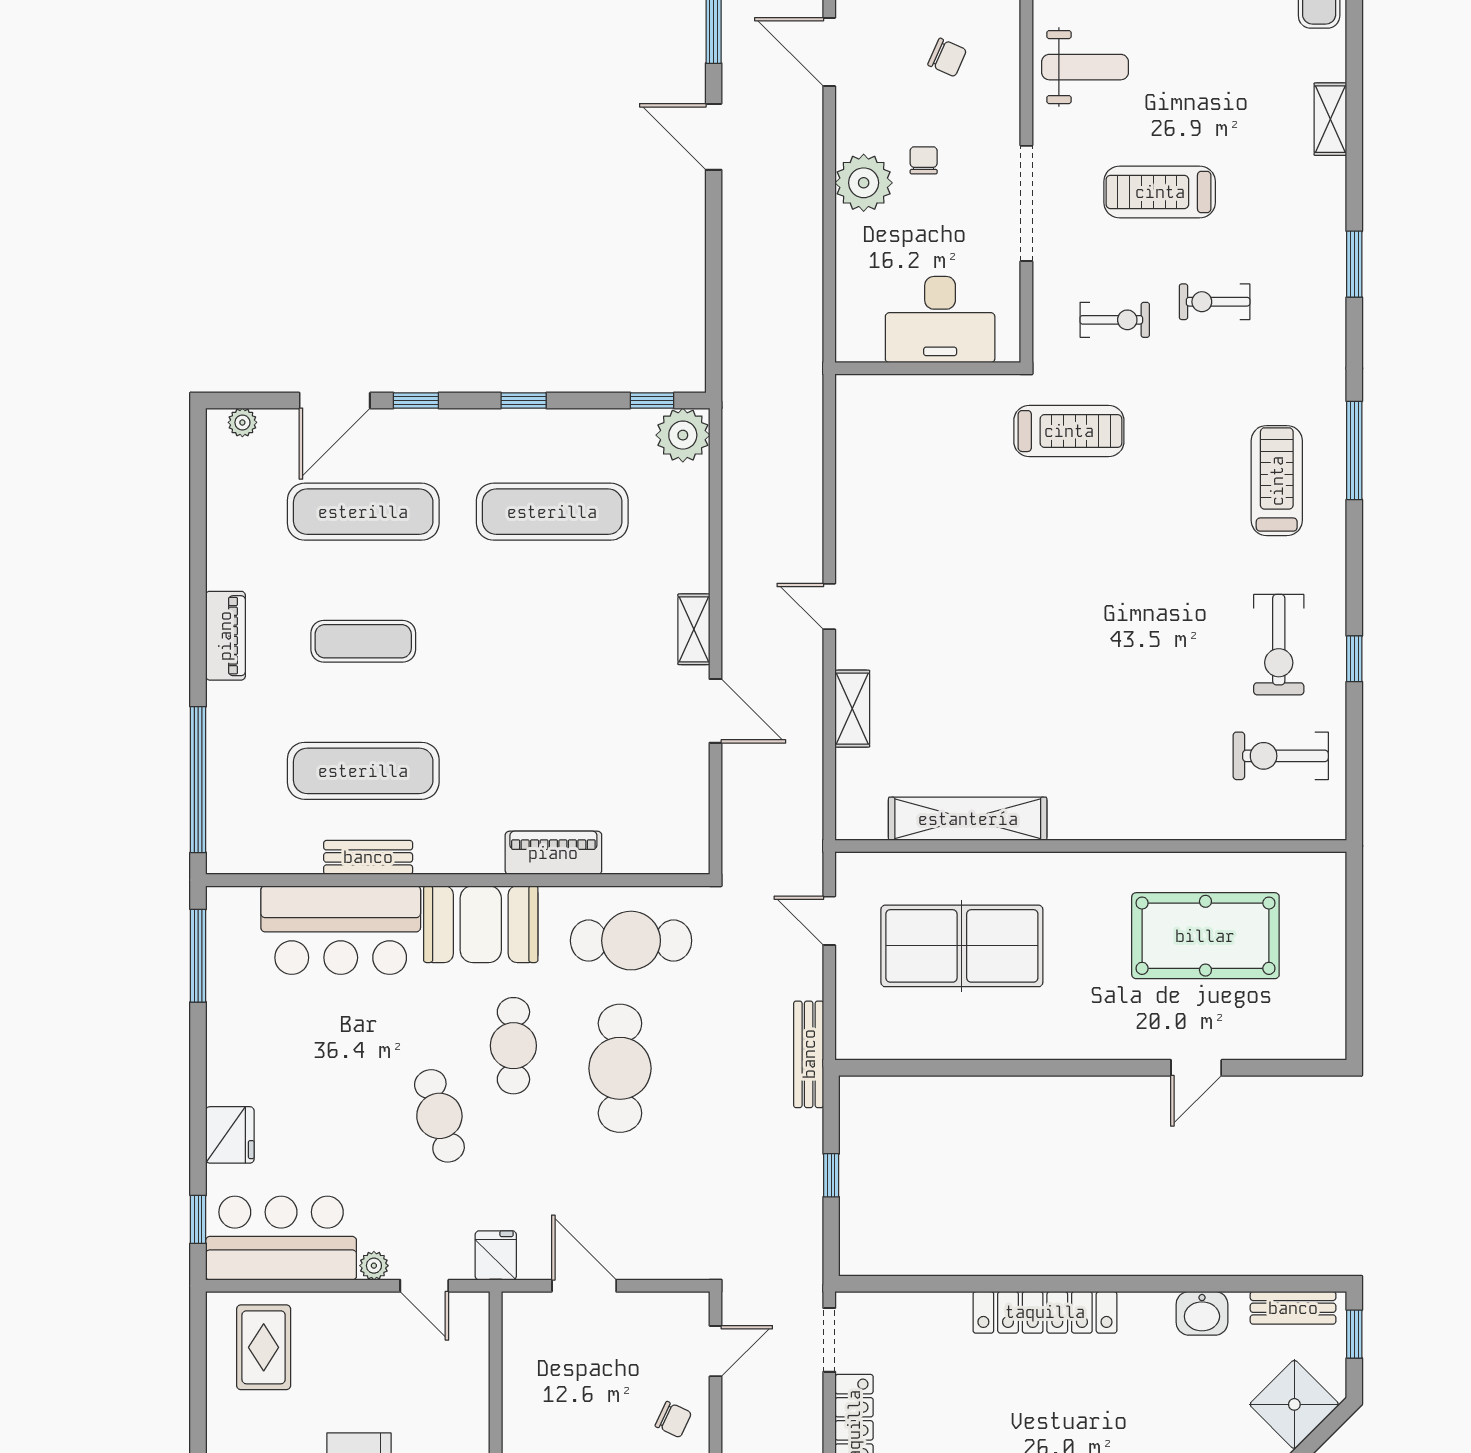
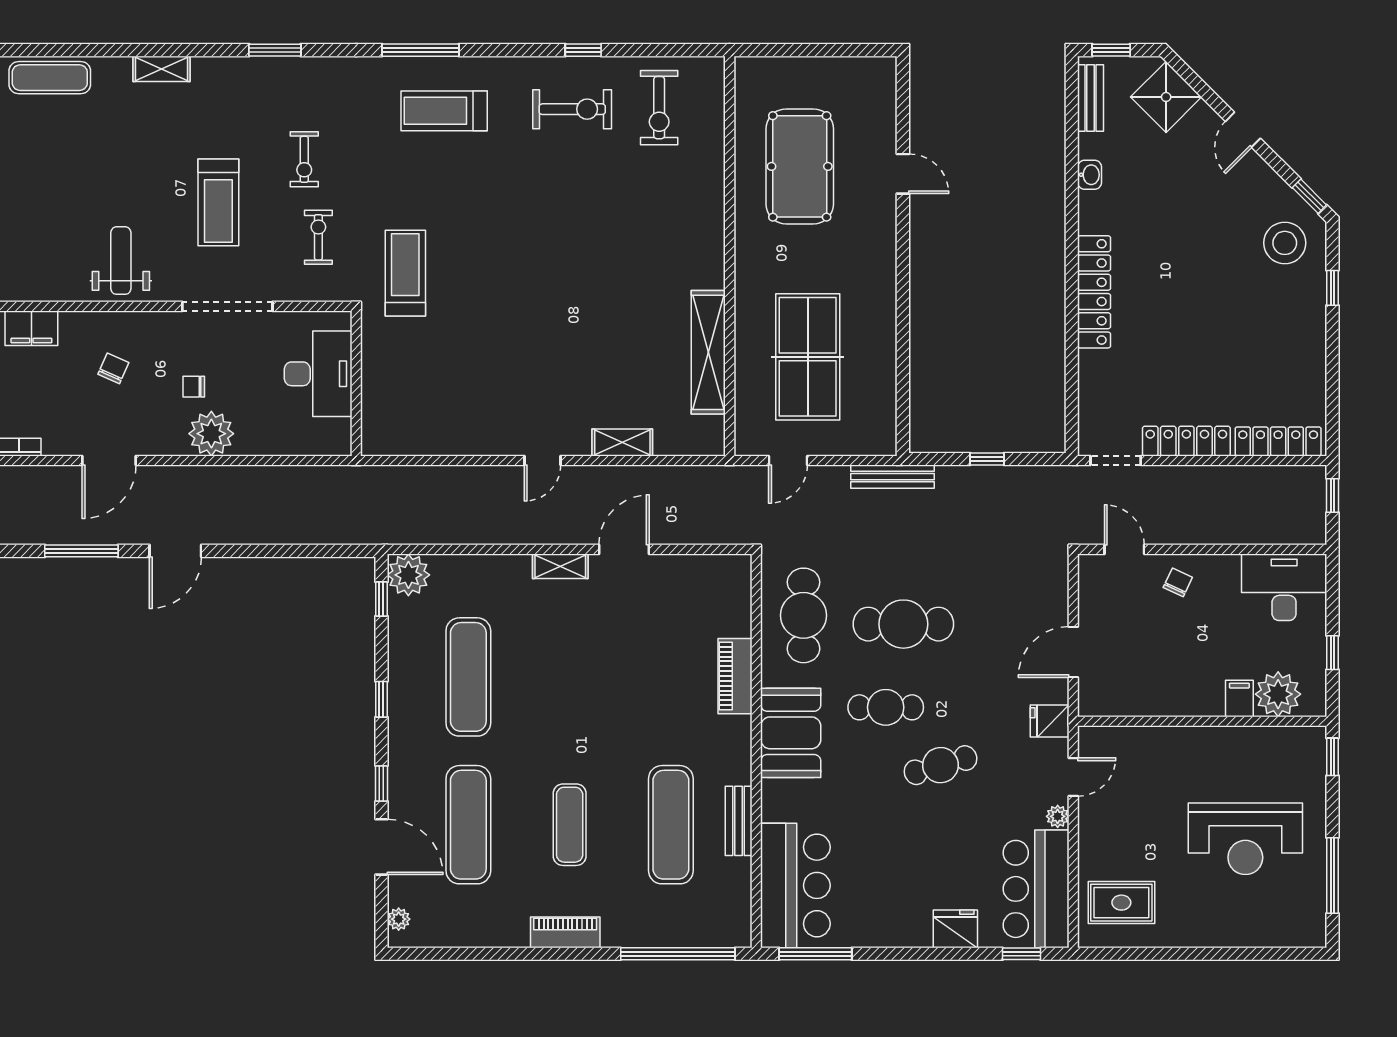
bar counter: (341, 930) -> (795, 885), moved
washbasin: (1202, 1313) -> (1090, 175), width x0.72, depth x0.69

